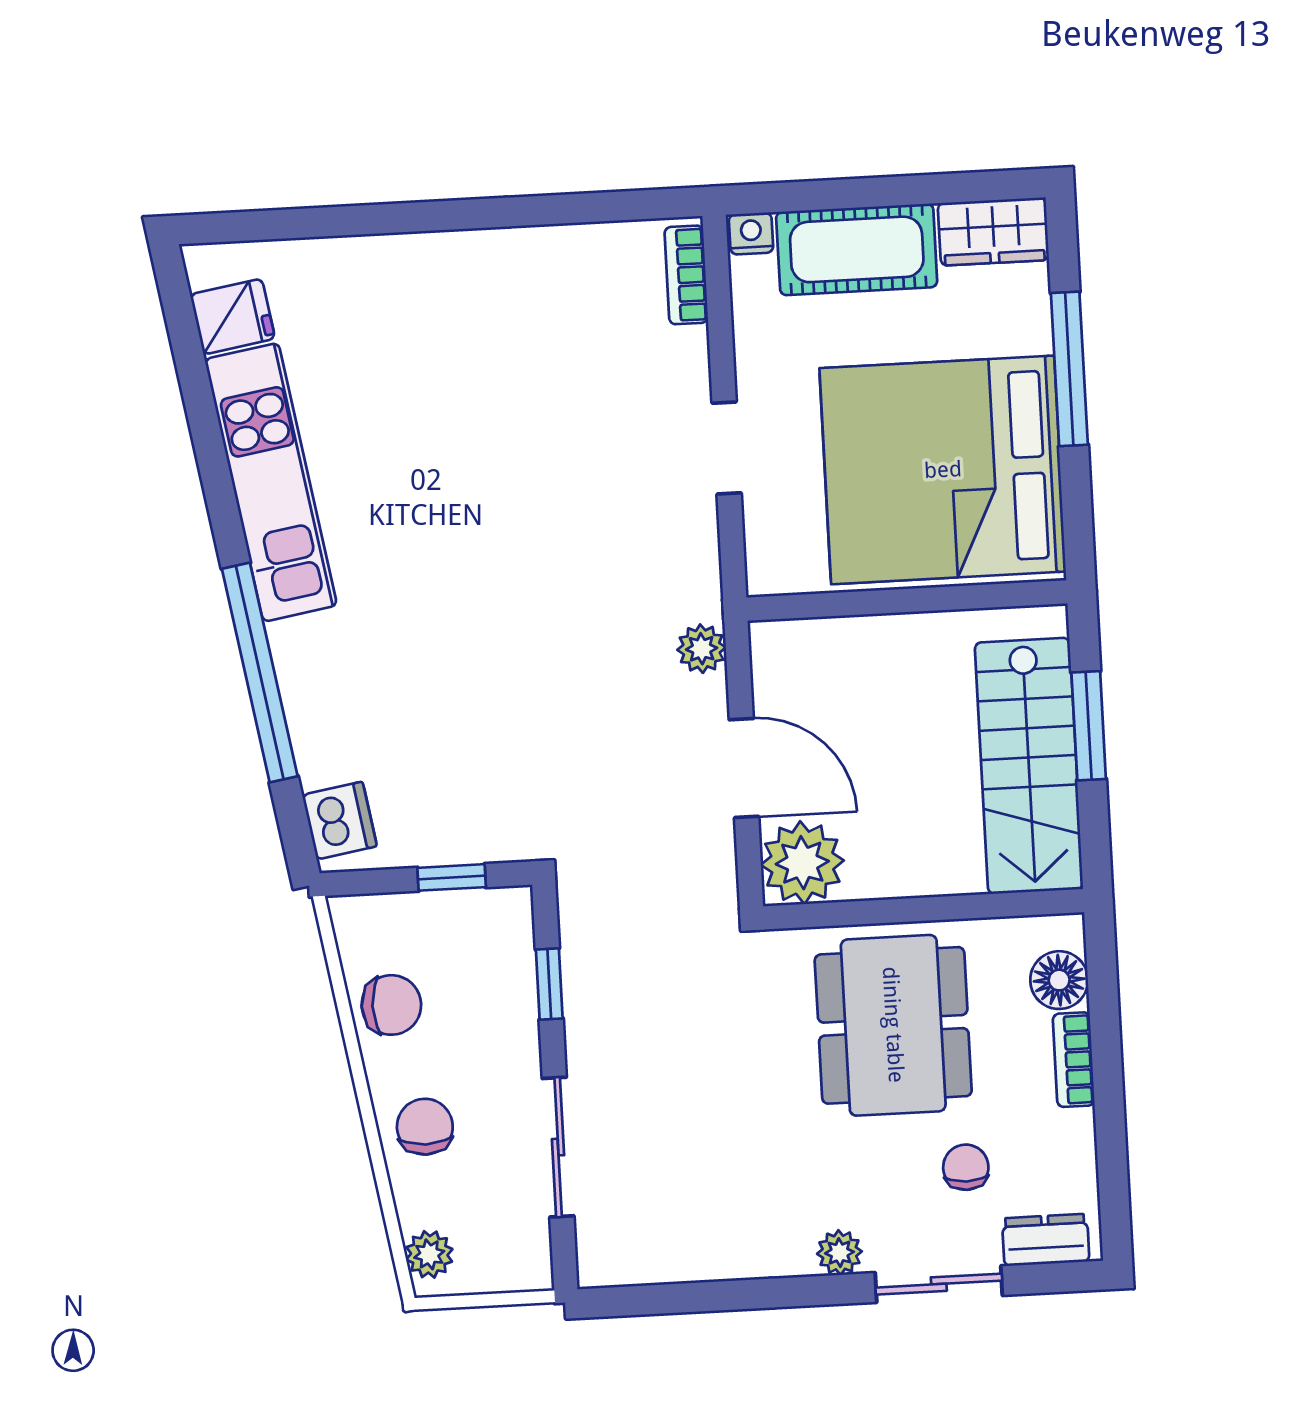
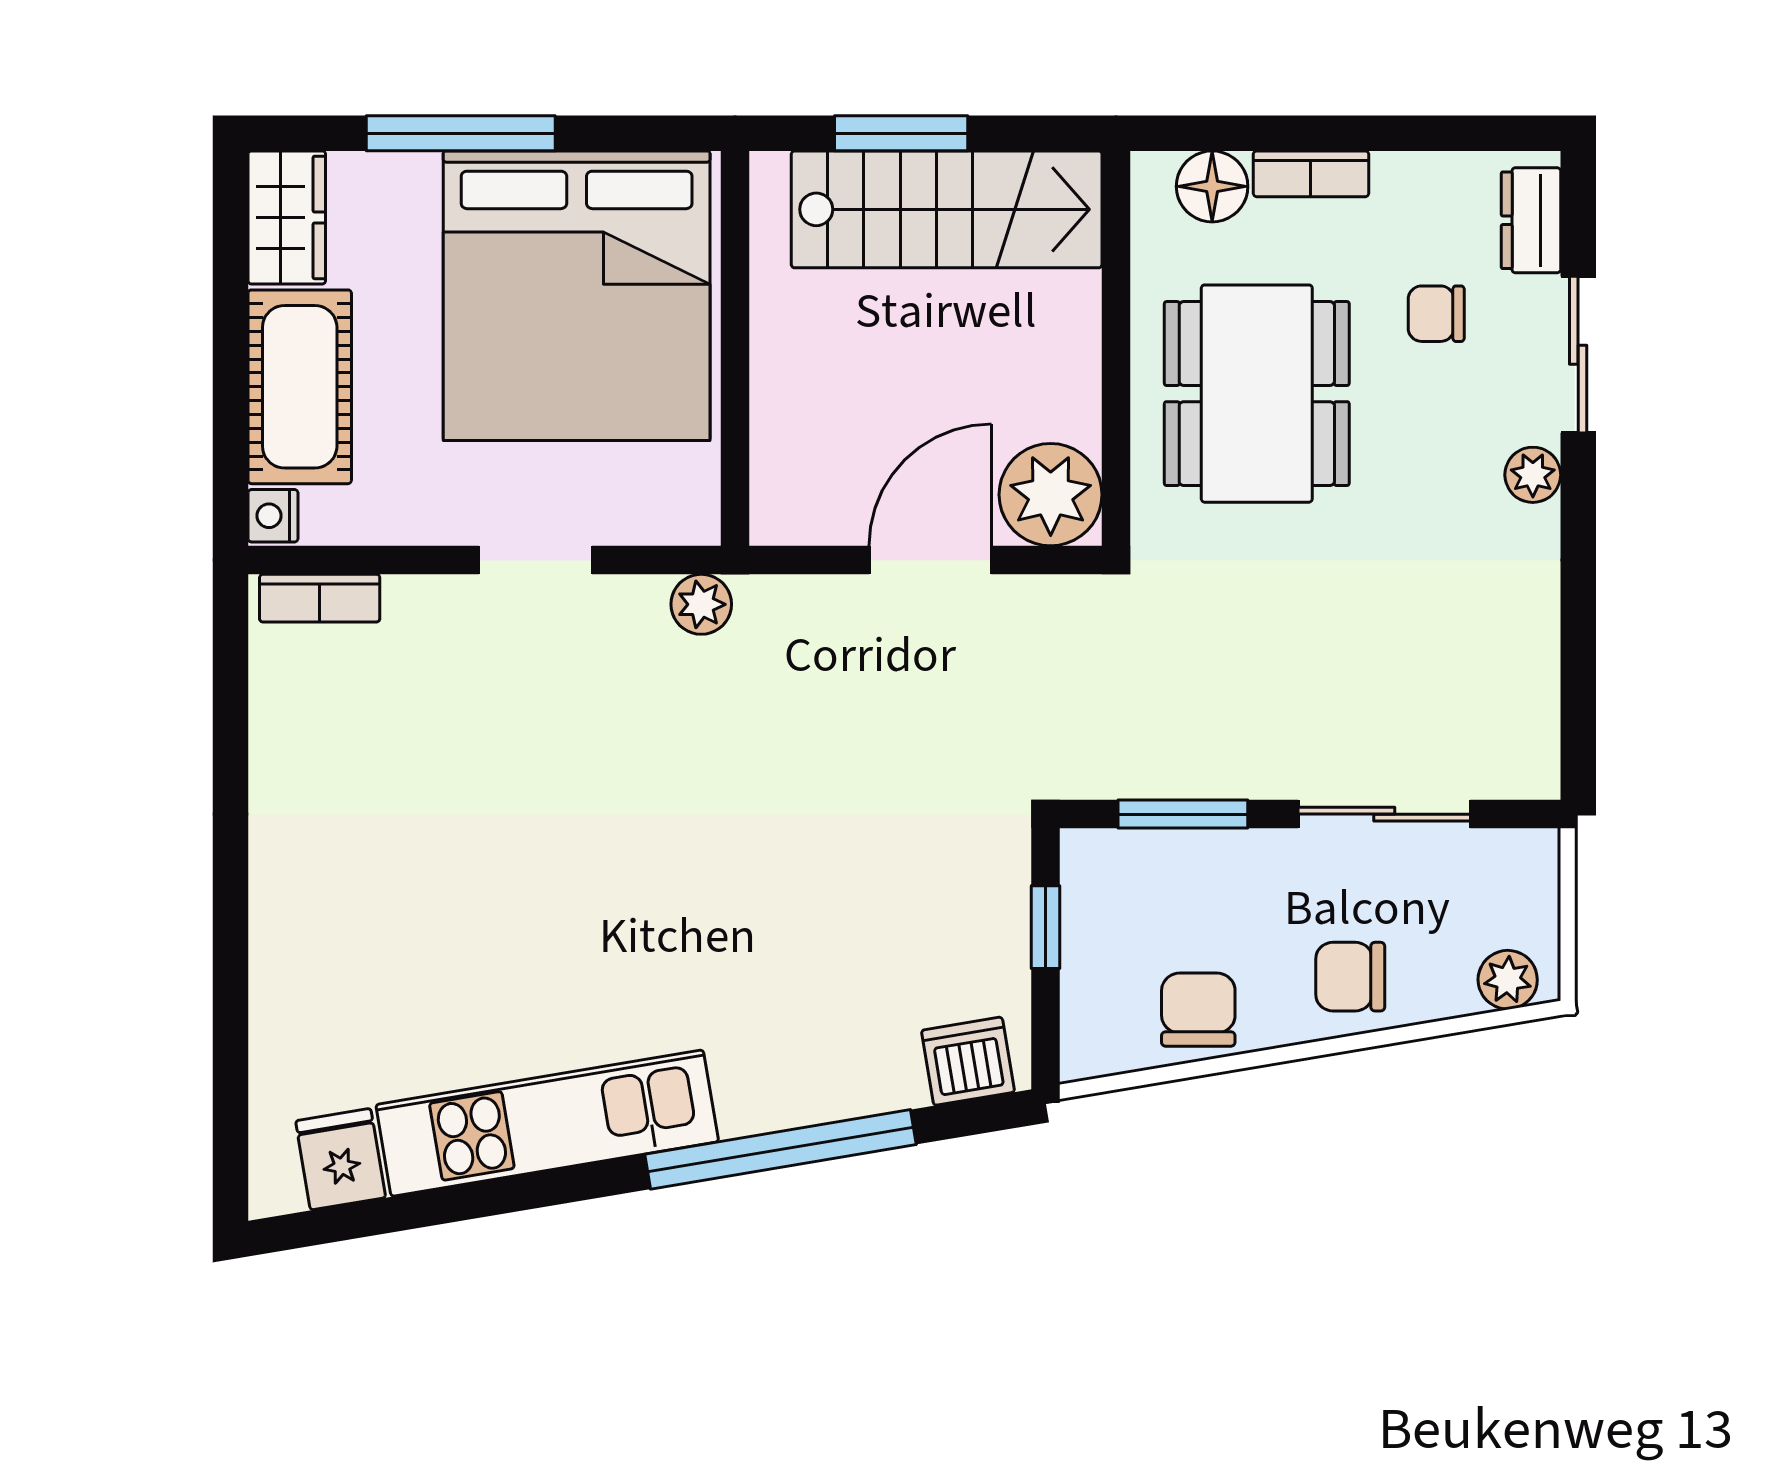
plant: (702, 649) -> (701, 604), moved
window: (549, 984) -> (1183, 814), width x1.50
dining table: (893, 1025) -> (1257, 394), turned 90

